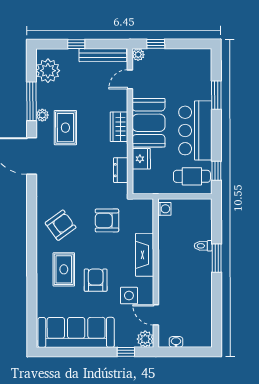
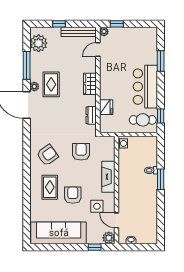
plant: (42, 115) -> (34, 87), moved
booth: (149, 123) -> (111, 81), removed
armchair: (107, 220) -> (81, 152), turned 90

